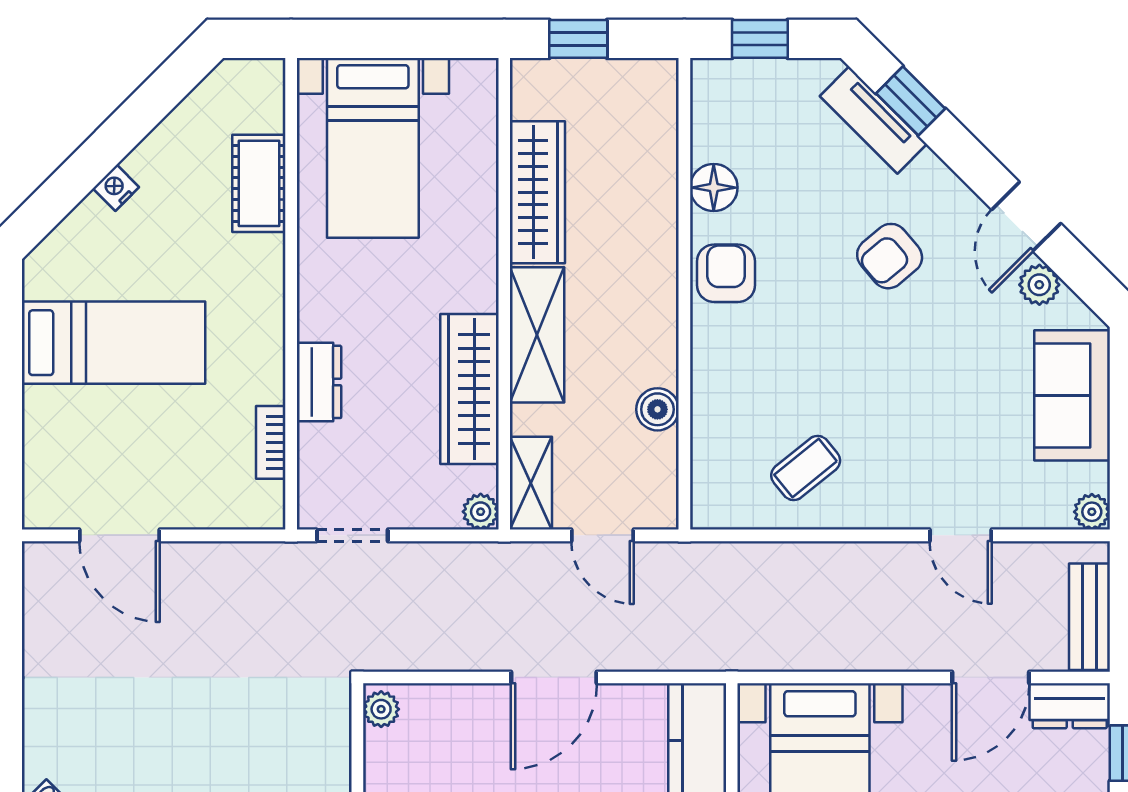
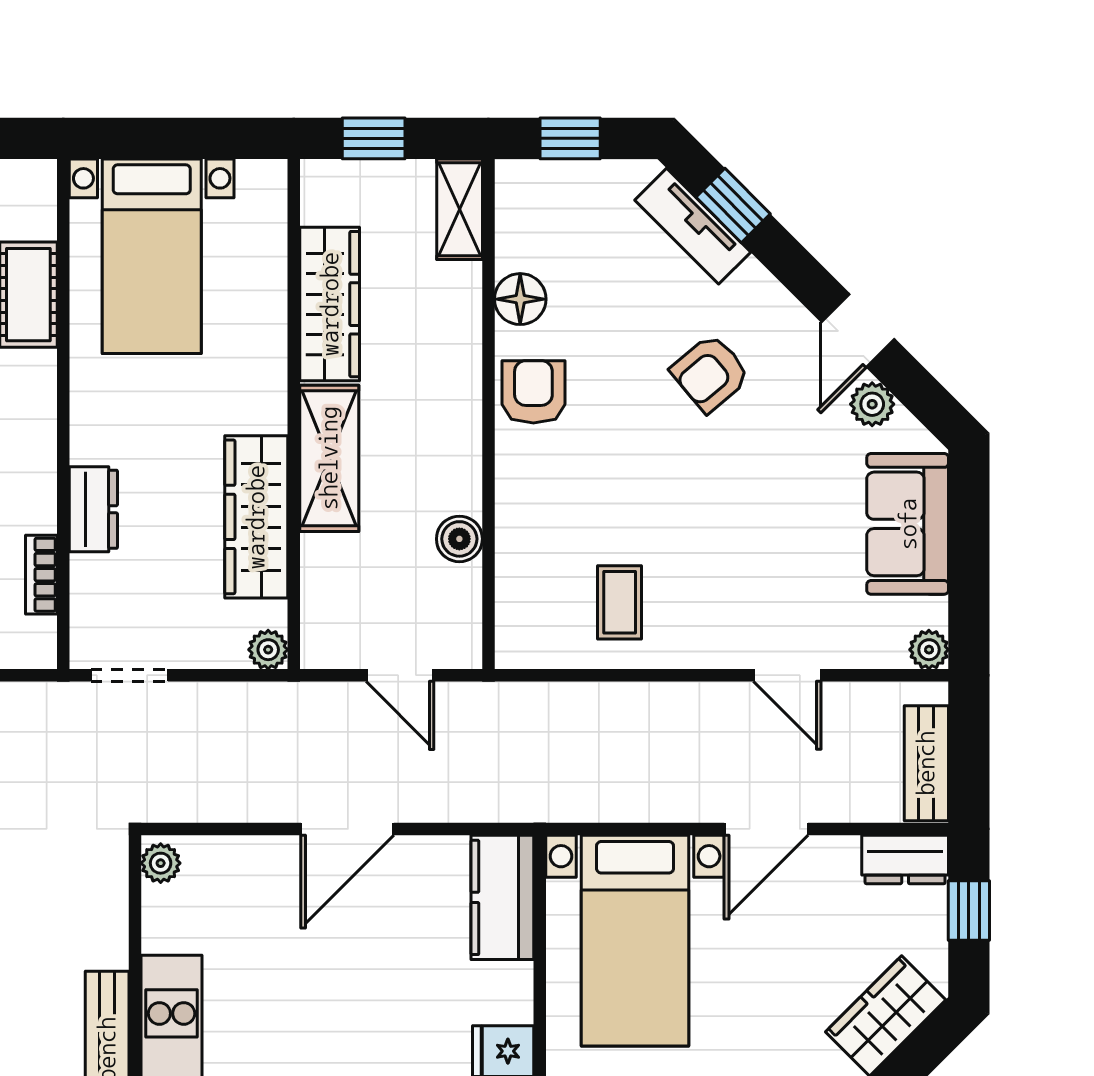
coffee table: (806, 468) -> (620, 602), turned -51
shelving: (531, 483) -> (460, 209), moved
door: (991, 678) -> (766, 829), moved

